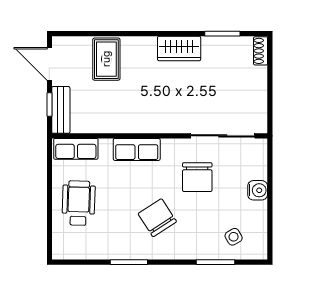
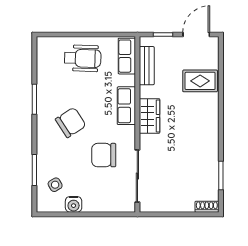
wardrobe: (179, 48) -> (150, 116), moved, turned 180
bench: (61, 110) -> (147, 66), moved, turned 90
water cooler: (258, 190) -> (74, 204), moved

